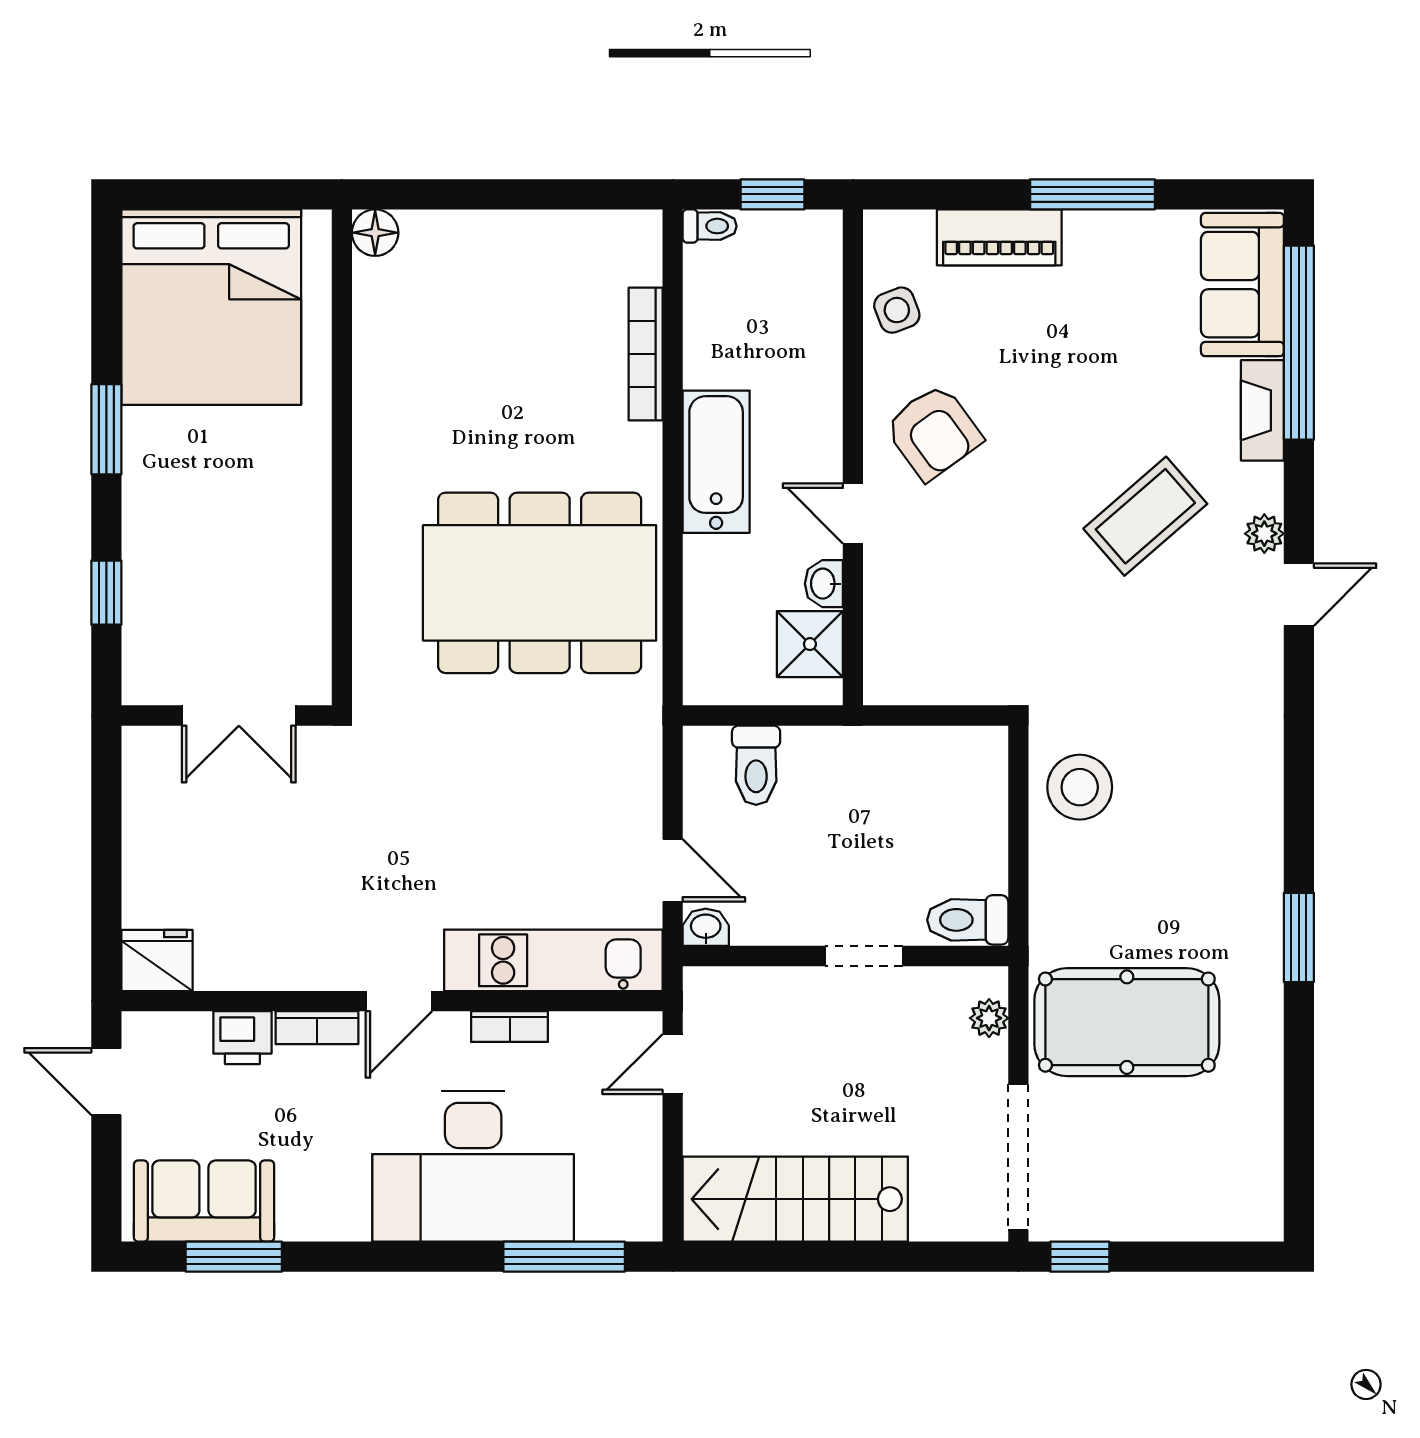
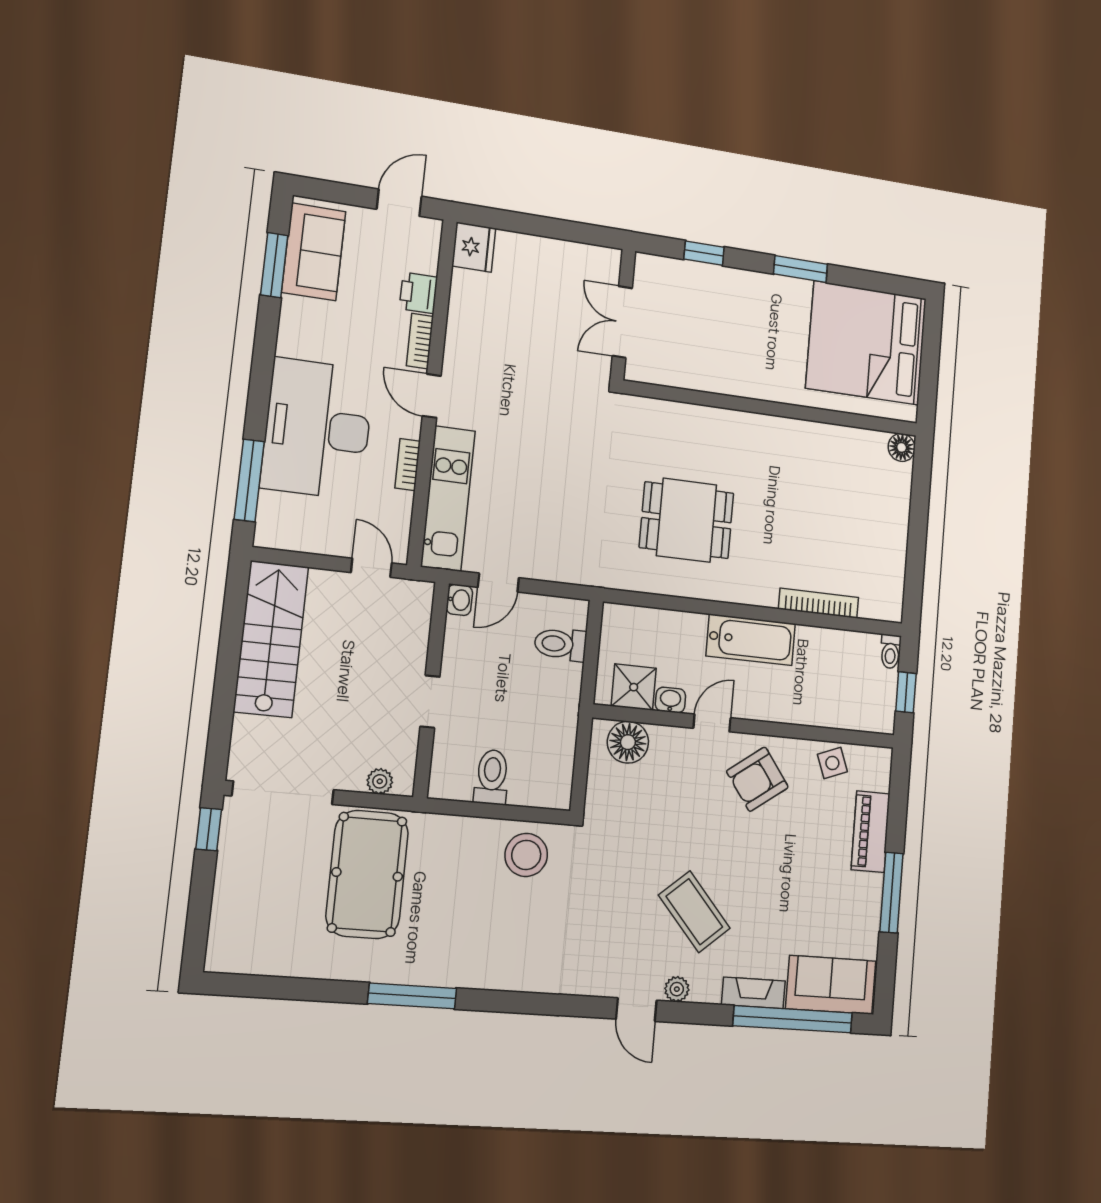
dining table: (540, 583) -> (687, 520), width x0.53, depth x0.80
floor lamp: (895, 645) -> (628, 742), added
toilet: (968, 920) -> (492, 777), moved
window: (1299, 937) -> (412, 996), width x1.44

